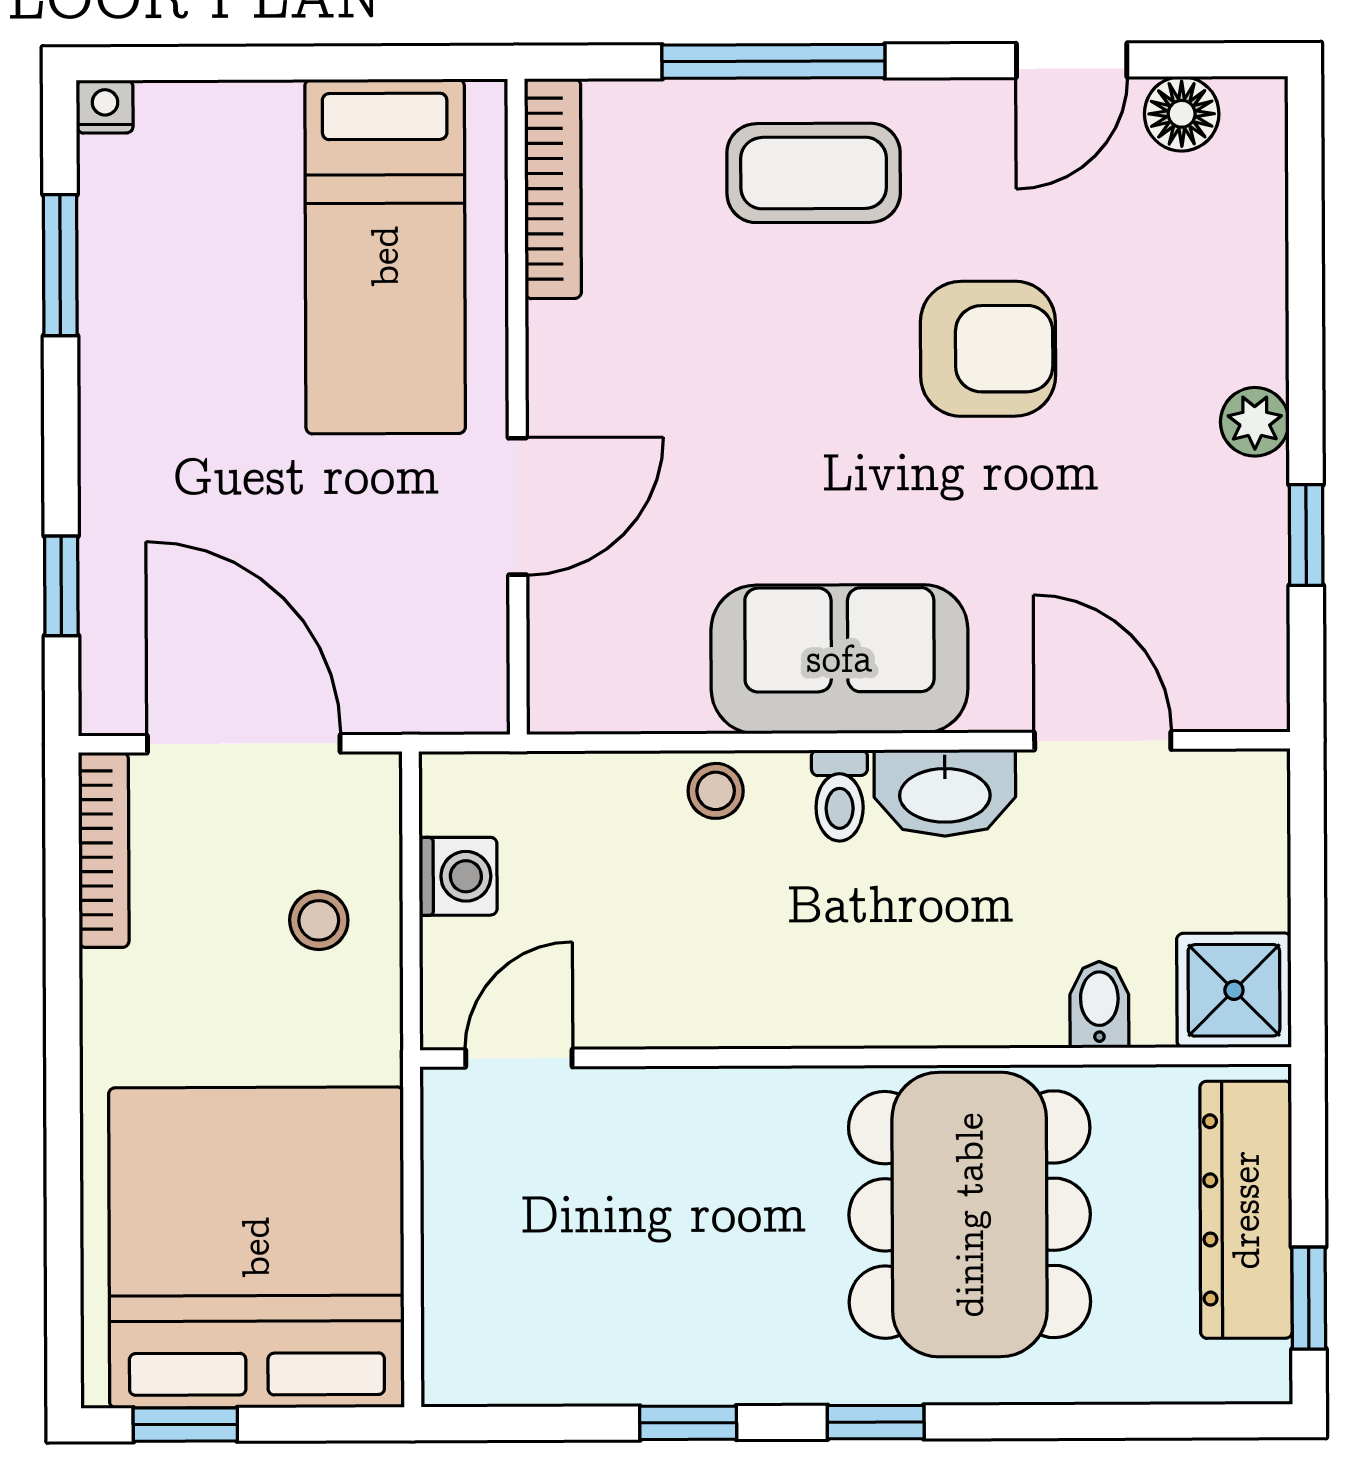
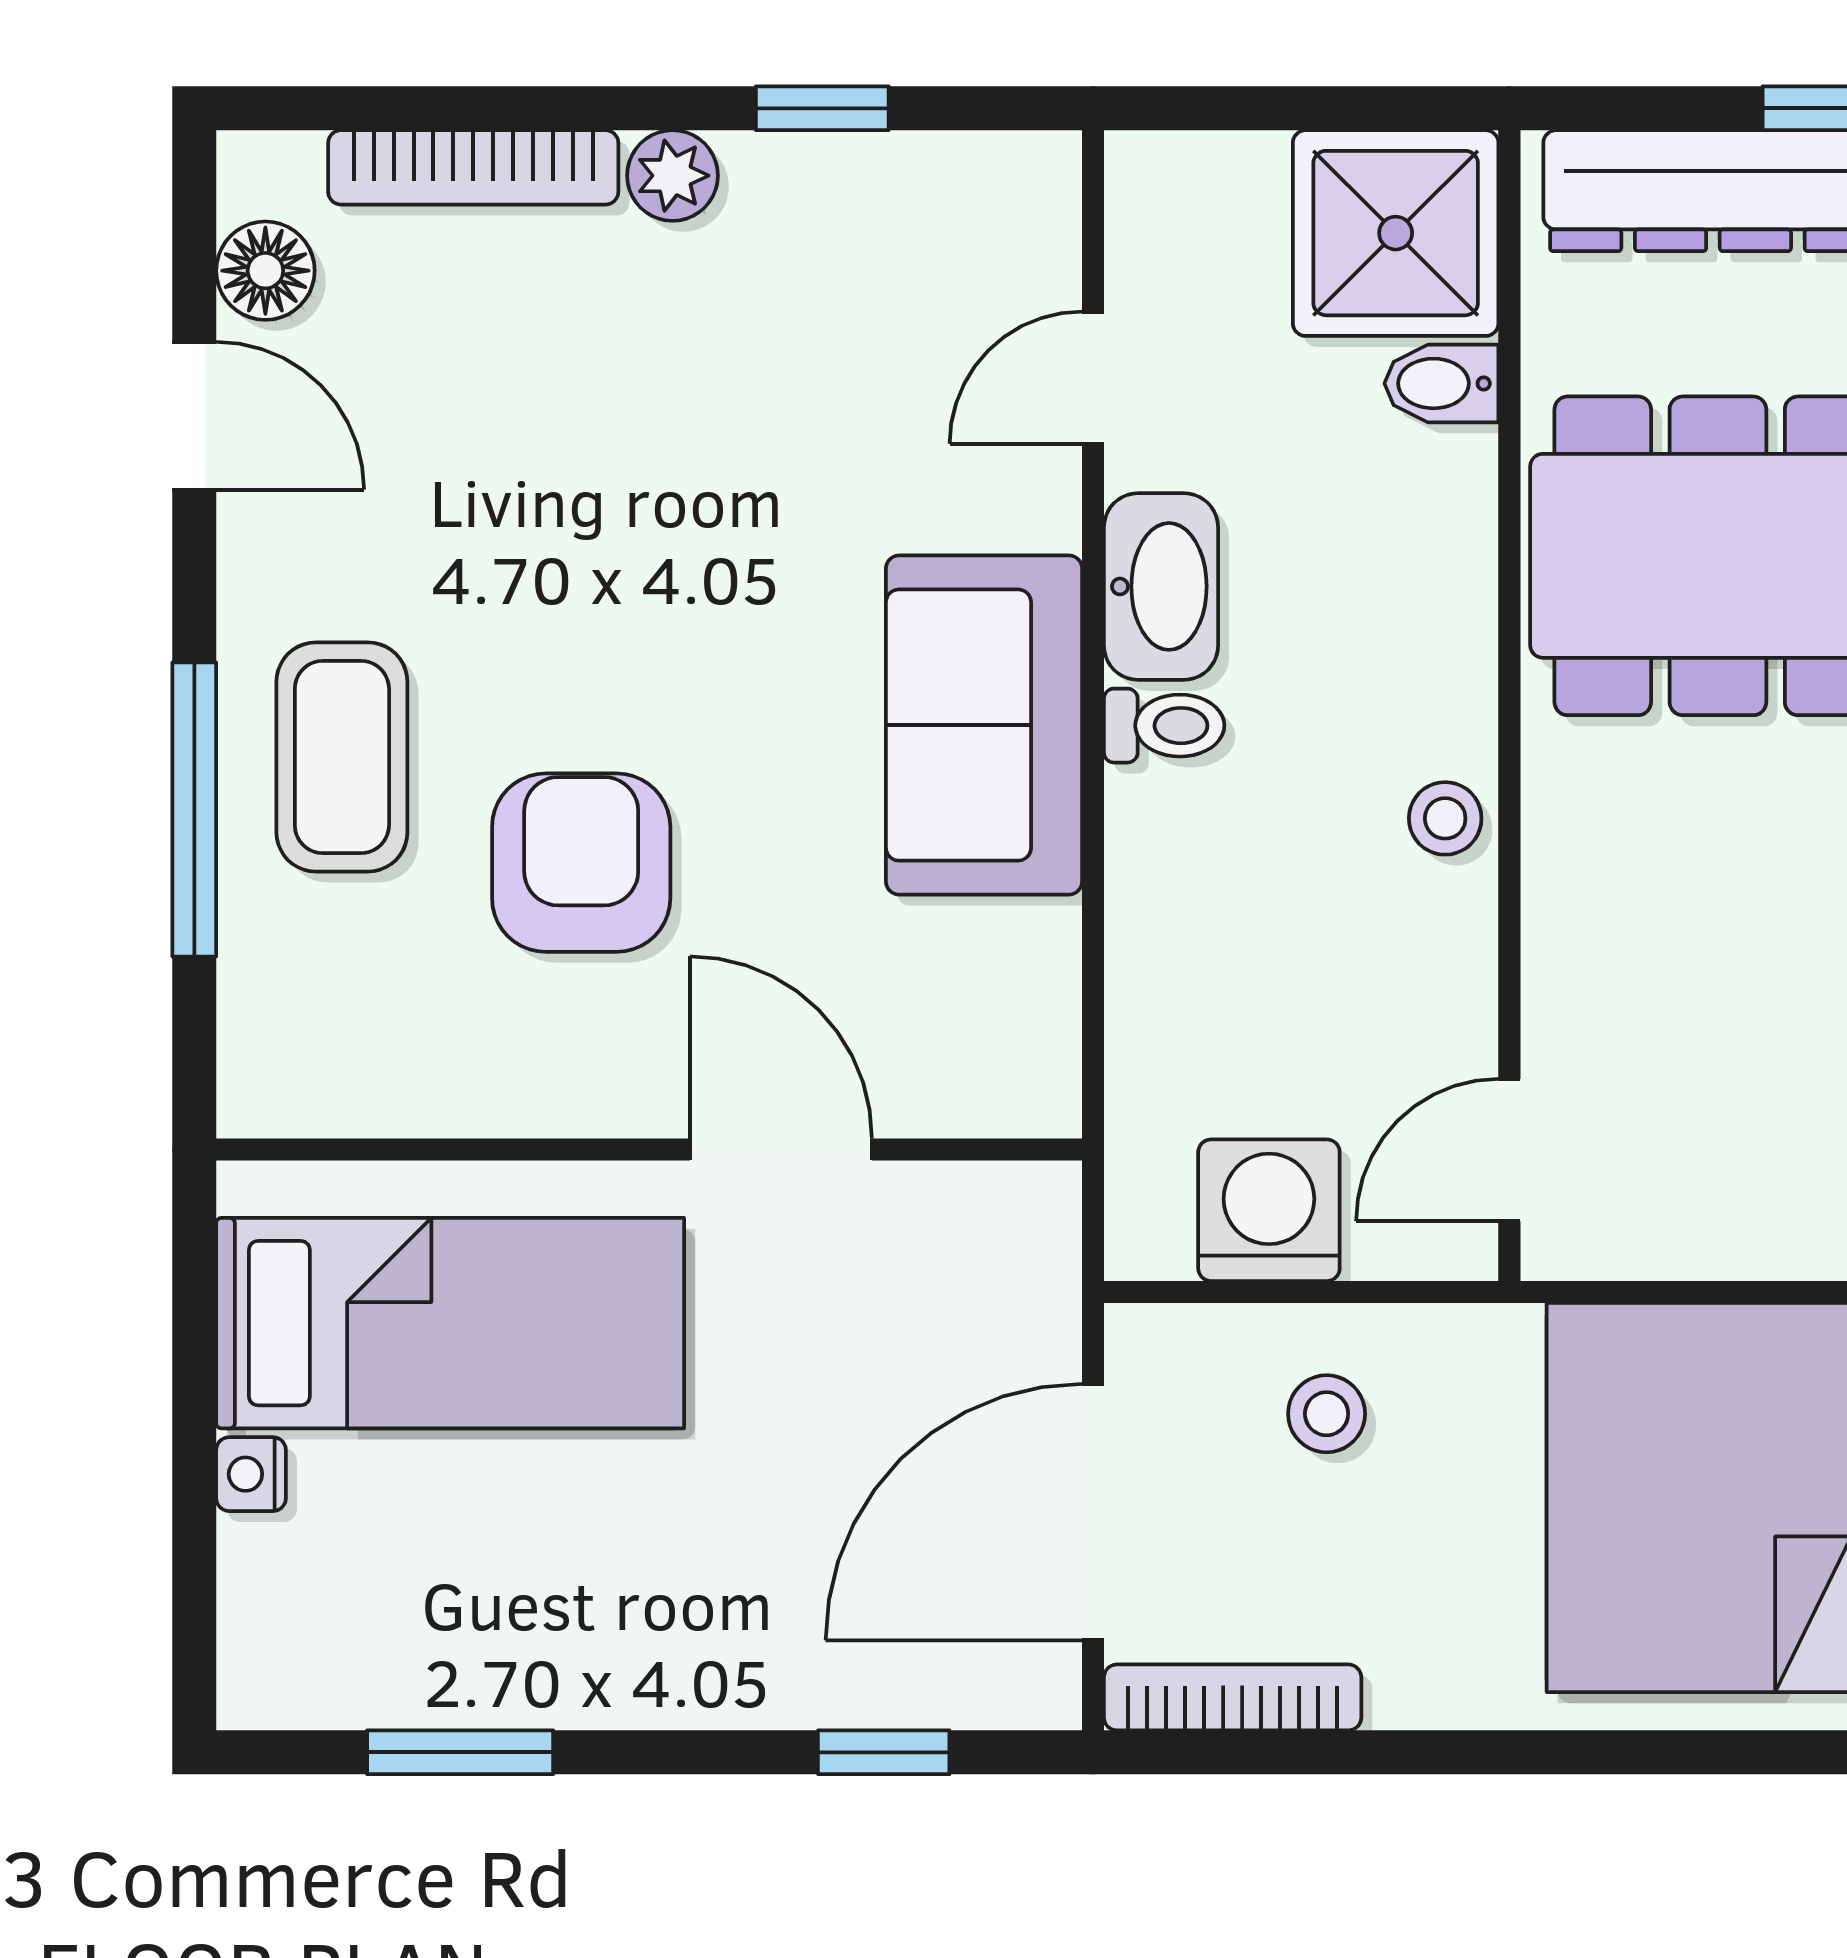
nightstand: (105, 107) -> (251, 1474), moved
bookcase: (553, 189) -> (473, 167), moved, turned 180
armchair: (988, 349) -> (581, 863), moved
door: (1103, 741) -> (1093, 378), width x0.73
stool: (716, 791) -> (1445, 818), moved
washing machine: (458, 876) -> (1269, 1210), width x1.38, depth x1.38
shower: (1234, 990) -> (1396, 233), width x1.36, depth x1.36
door: (519, 1058) -> (1509, 1150), hinge flipped

